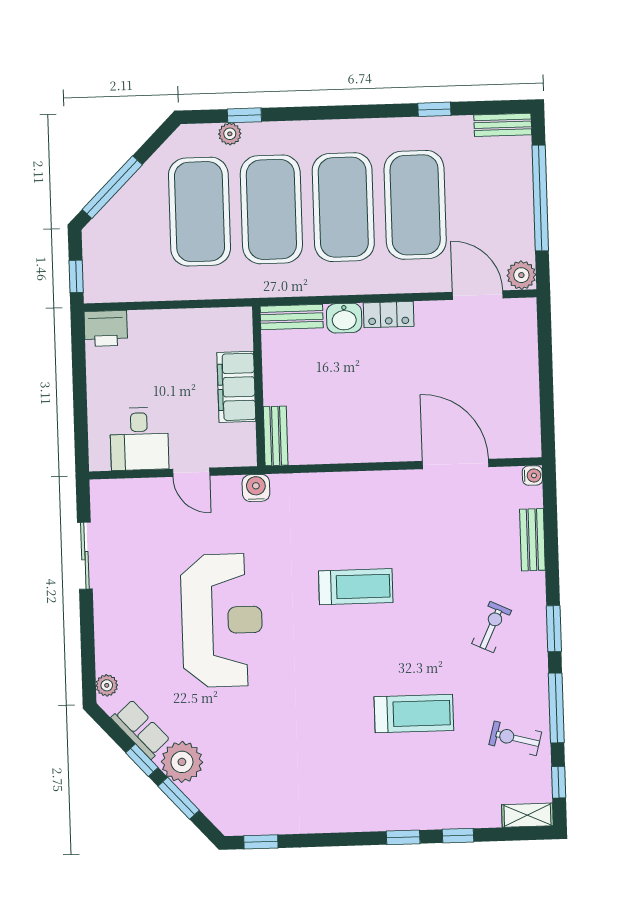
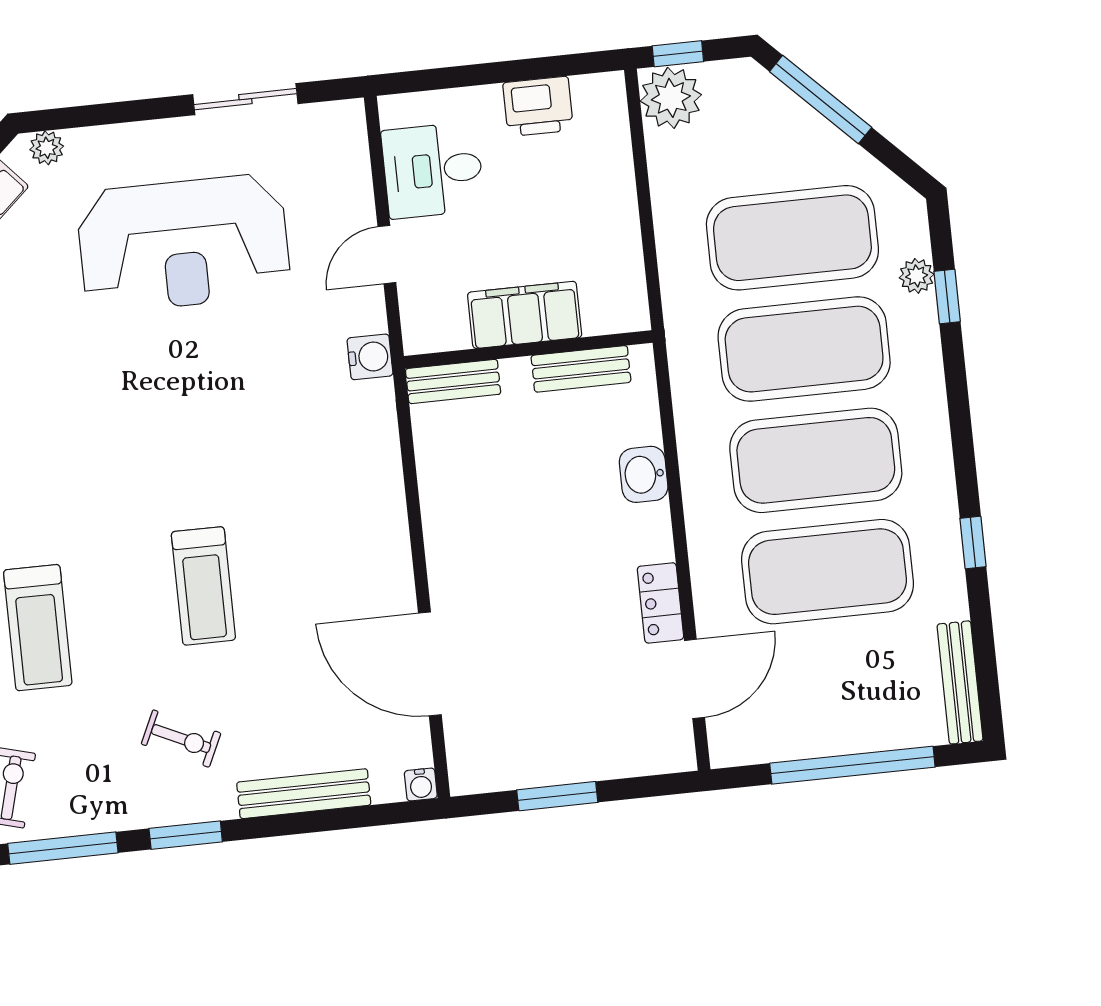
window: (434, 109) -> (973, 542), moved
bench: (503, 125) -> (960, 682), width x1.36
plant: (521, 275) -> (671, 98), moved, width x1.36, depth x1.36
locker: (389, 315) -> (660, 603), moved
bench: (292, 317) -> (581, 369), moved, turned 90
printer: (106, 328) -> (538, 106), moved, turned -90
window: (546, 389) -> (557, 796), added
door: (456, 464) -> (430, 664), swing flipped
bench: (532, 540) -> (304, 794), width x1.36
treadmill: (356, 587) -> (203, 586), moved
reception desk: (222, 620) -> (183, 243), moved

